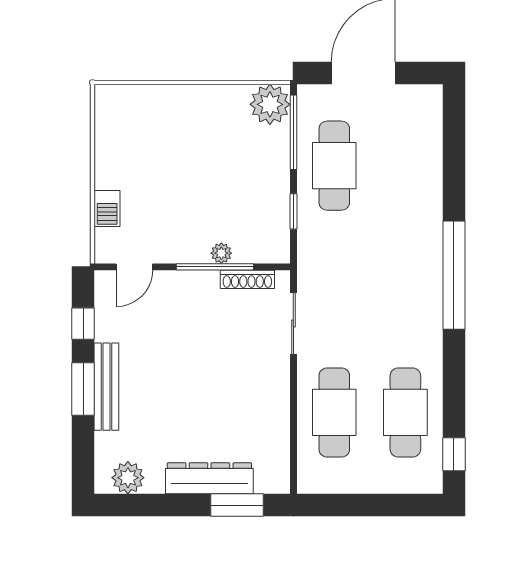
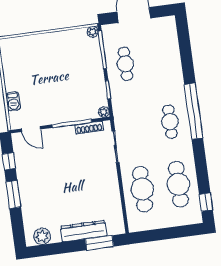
plant: (270, 104) -> (93, 32), width x0.53, depth x0.53
cafe table: (334, 166) -> (125, 64), width x0.73, depth x0.74
plant: (221, 253) -> (104, 112), moved
door: (134, 267) -> (31, 129), hinge flipped
cafe table: (405, 289) -> (170, 122), added
bench: (106, 387) -> (25, 192), removed

